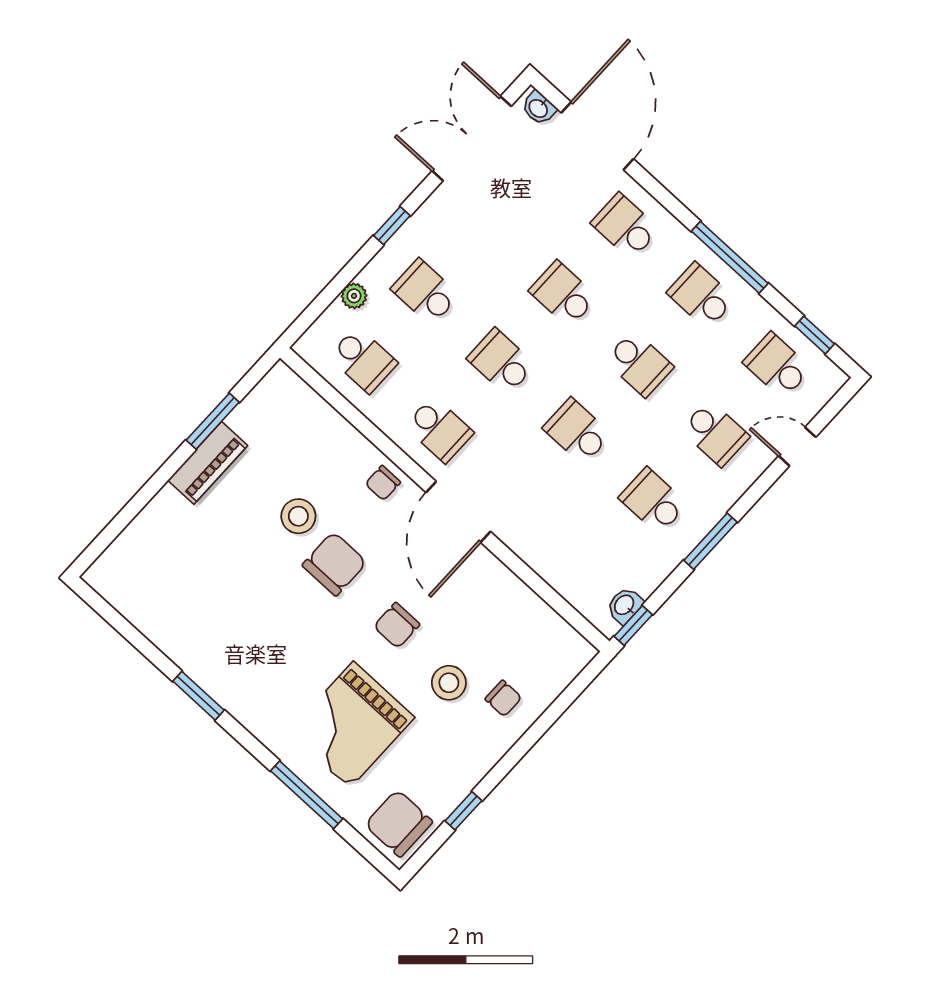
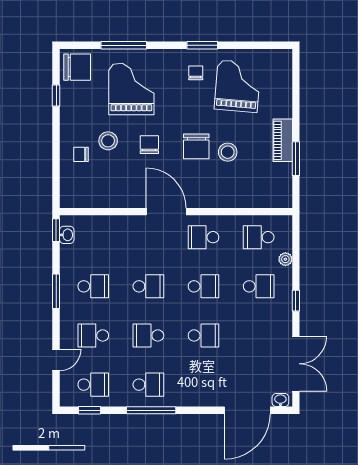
door: (597, 136) -> (247, 410), hinge flipped
school desk: (625, 226) -> (204, 385), removed
chair: (383, 483) -> (196, 73), moved
grand piano: (201, 595) -> (238, 86), added

